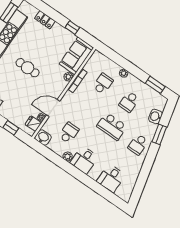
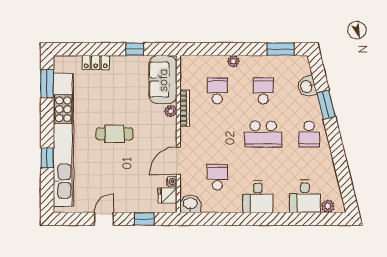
school desk: (129, 102) -> (263, 91), turned 180
plant: (68, 156) -> (328, 206), moved

